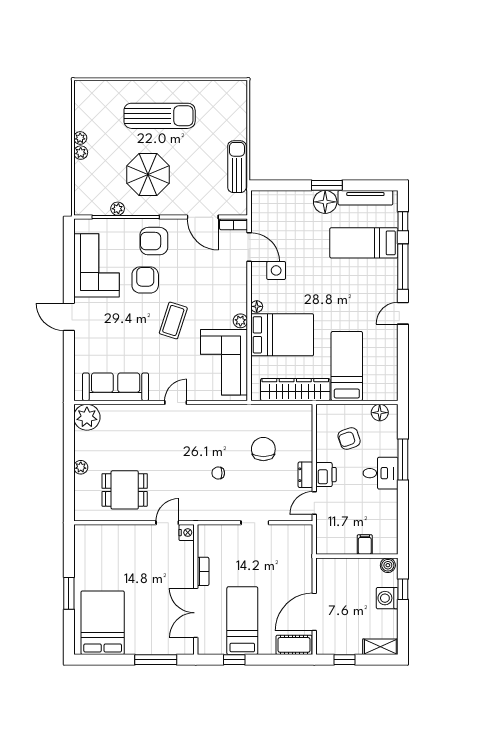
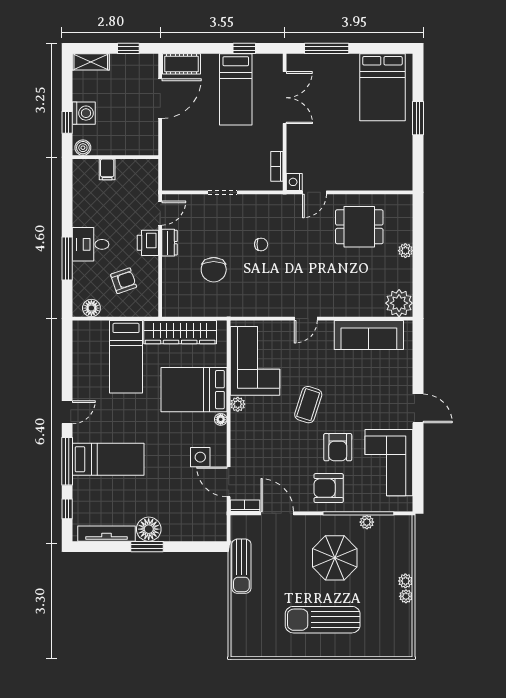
armchair: (154, 241) -> (329, 488), turned 180
bed: (364, 243) -> (108, 459), moved
bookcase: (203, 571) -> (277, 166), moved

